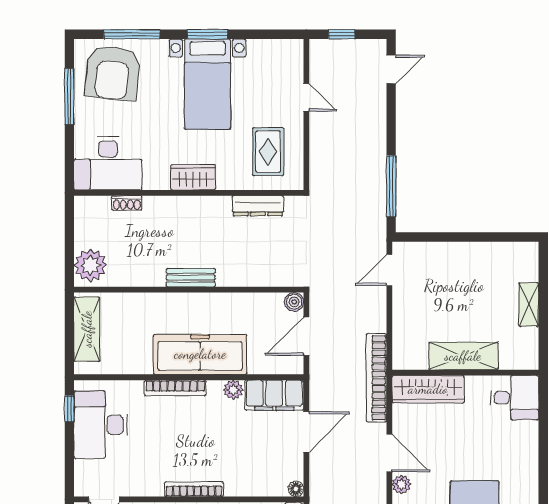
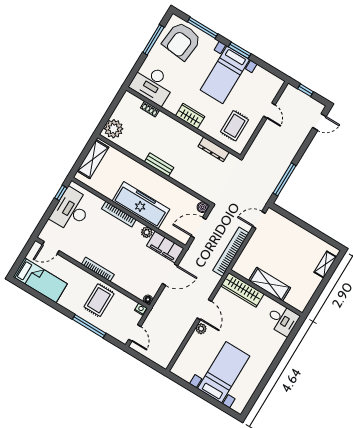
shelving: (529, 305) -> (325, 264), moved
bookcase: (376, 378) -> (231, 252), moved

